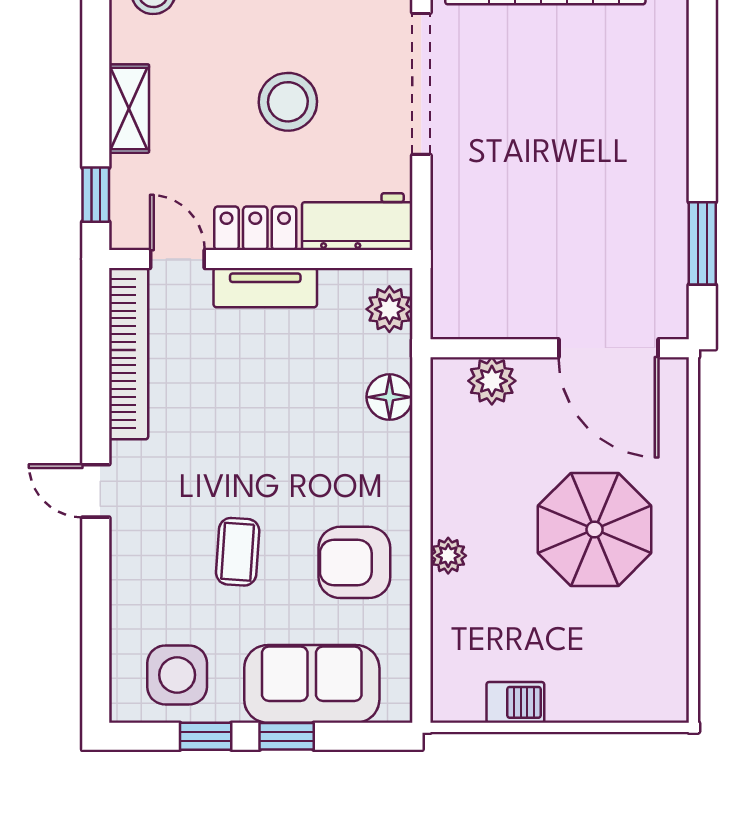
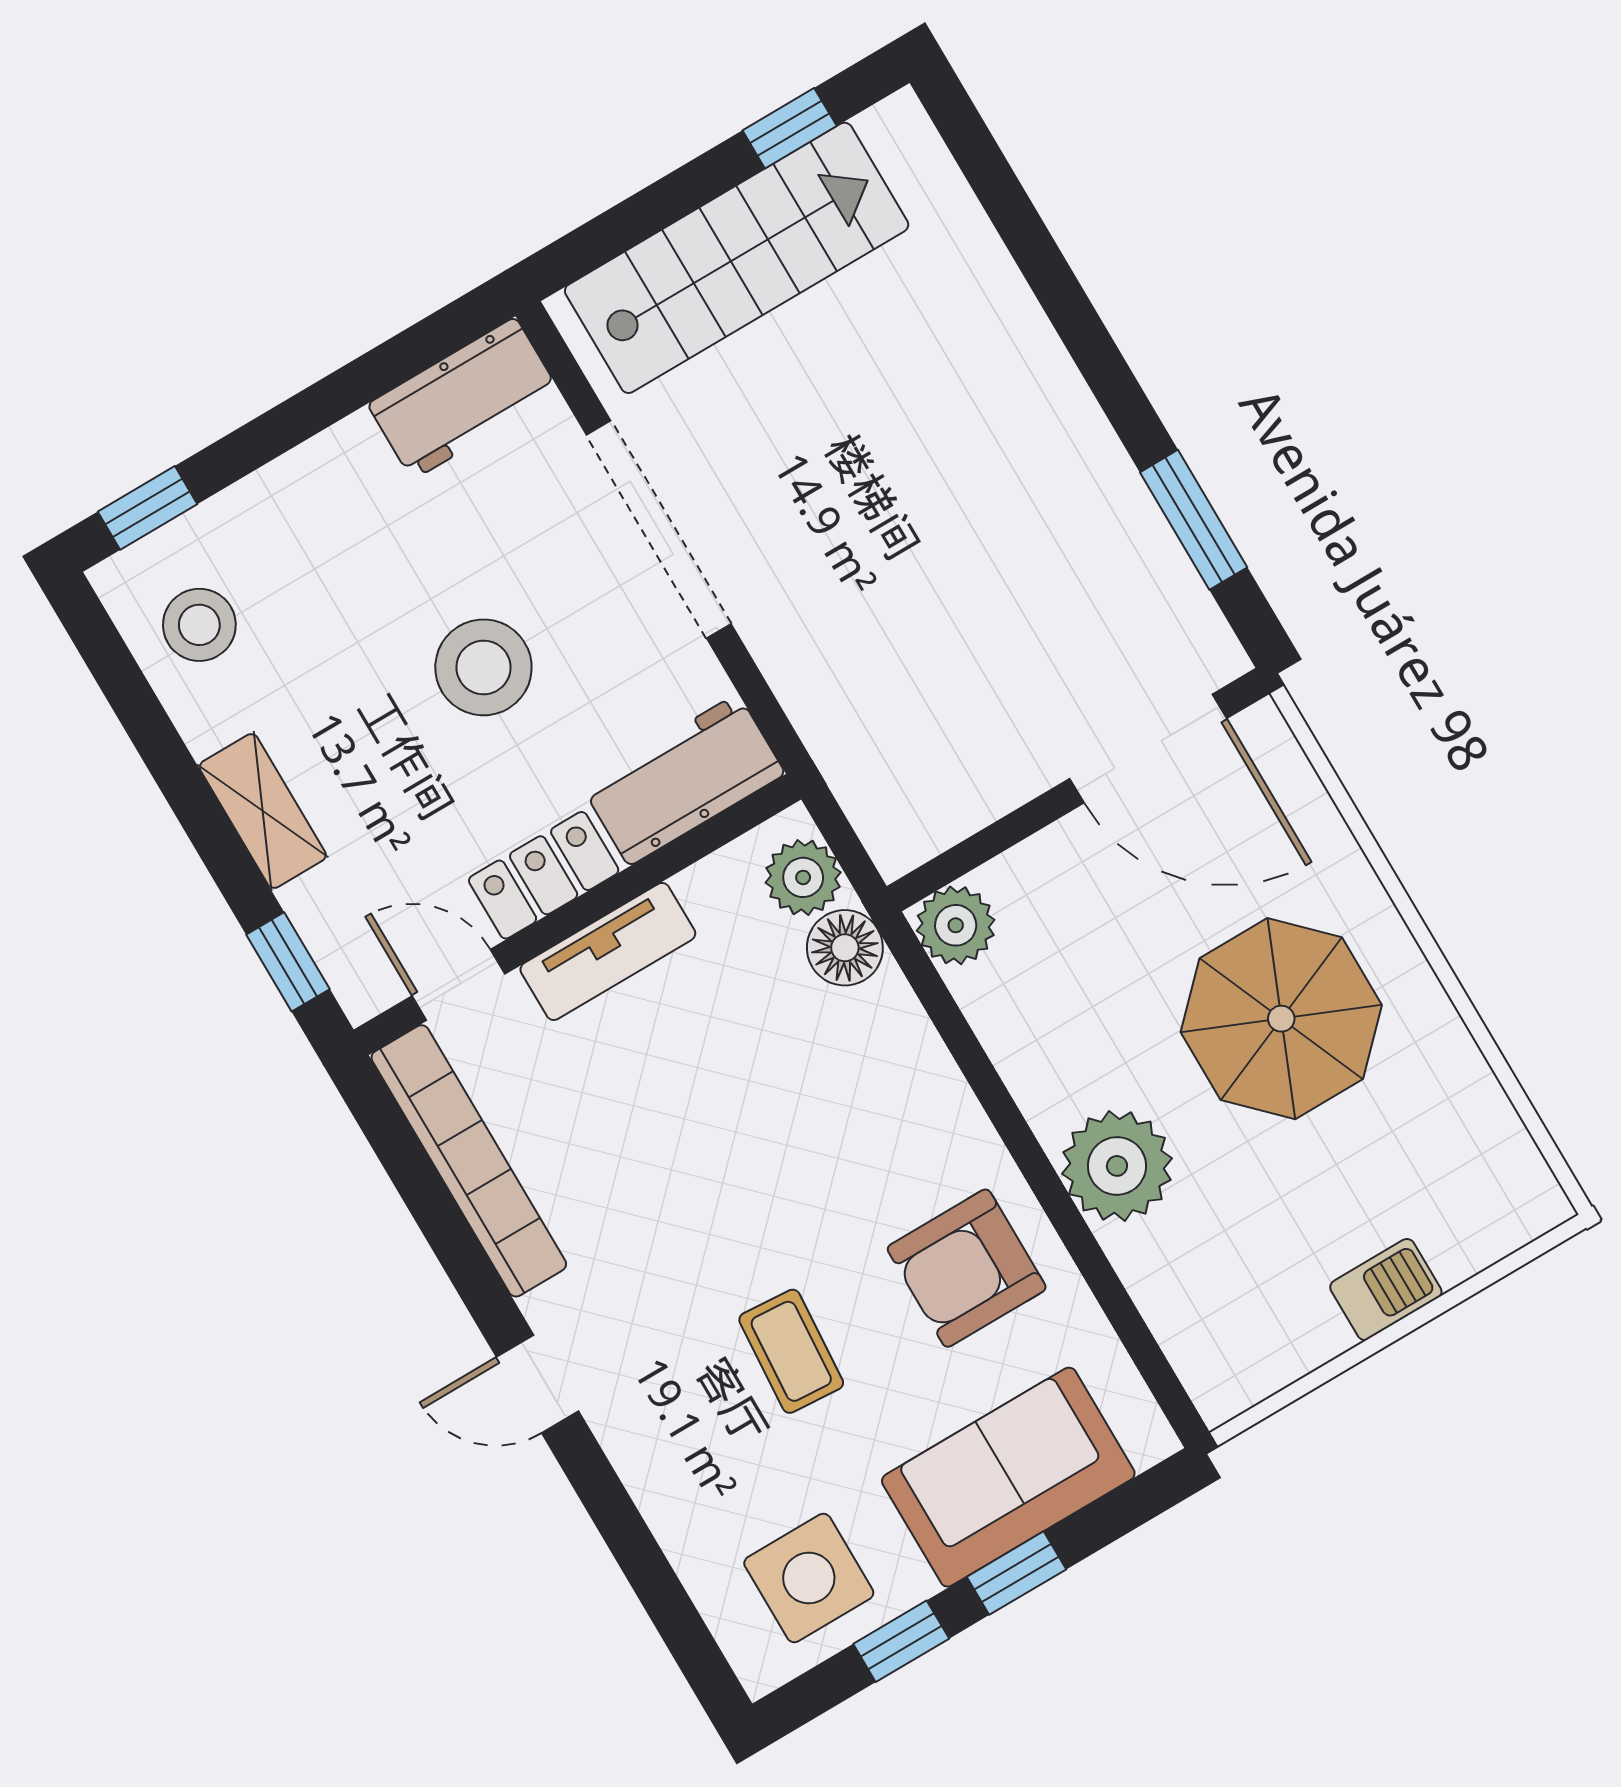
plant: (492, 381) -> (956, 925), moved
floor lamp: (390, 397) -> (845, 948), moved
plant: (448, 556) -> (1117, 1166), width x1.87, depth x1.87
barbecue: (515, 702) -> (1386, 1289), moved

